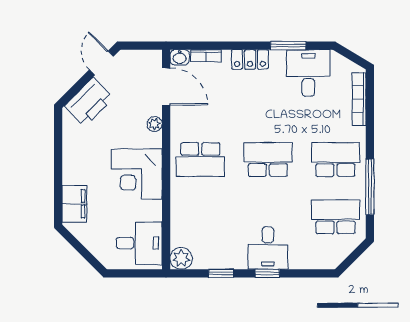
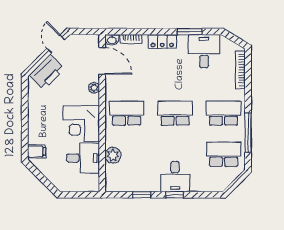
school desk: (200, 159) -> (127, 113), turned 180
filing cabinet: (74, 204) -> (37, 151), width x0.50
desk: (139, 243) -> (83, 158), moved
plant: (181, 258) -> (113, 155), moved

